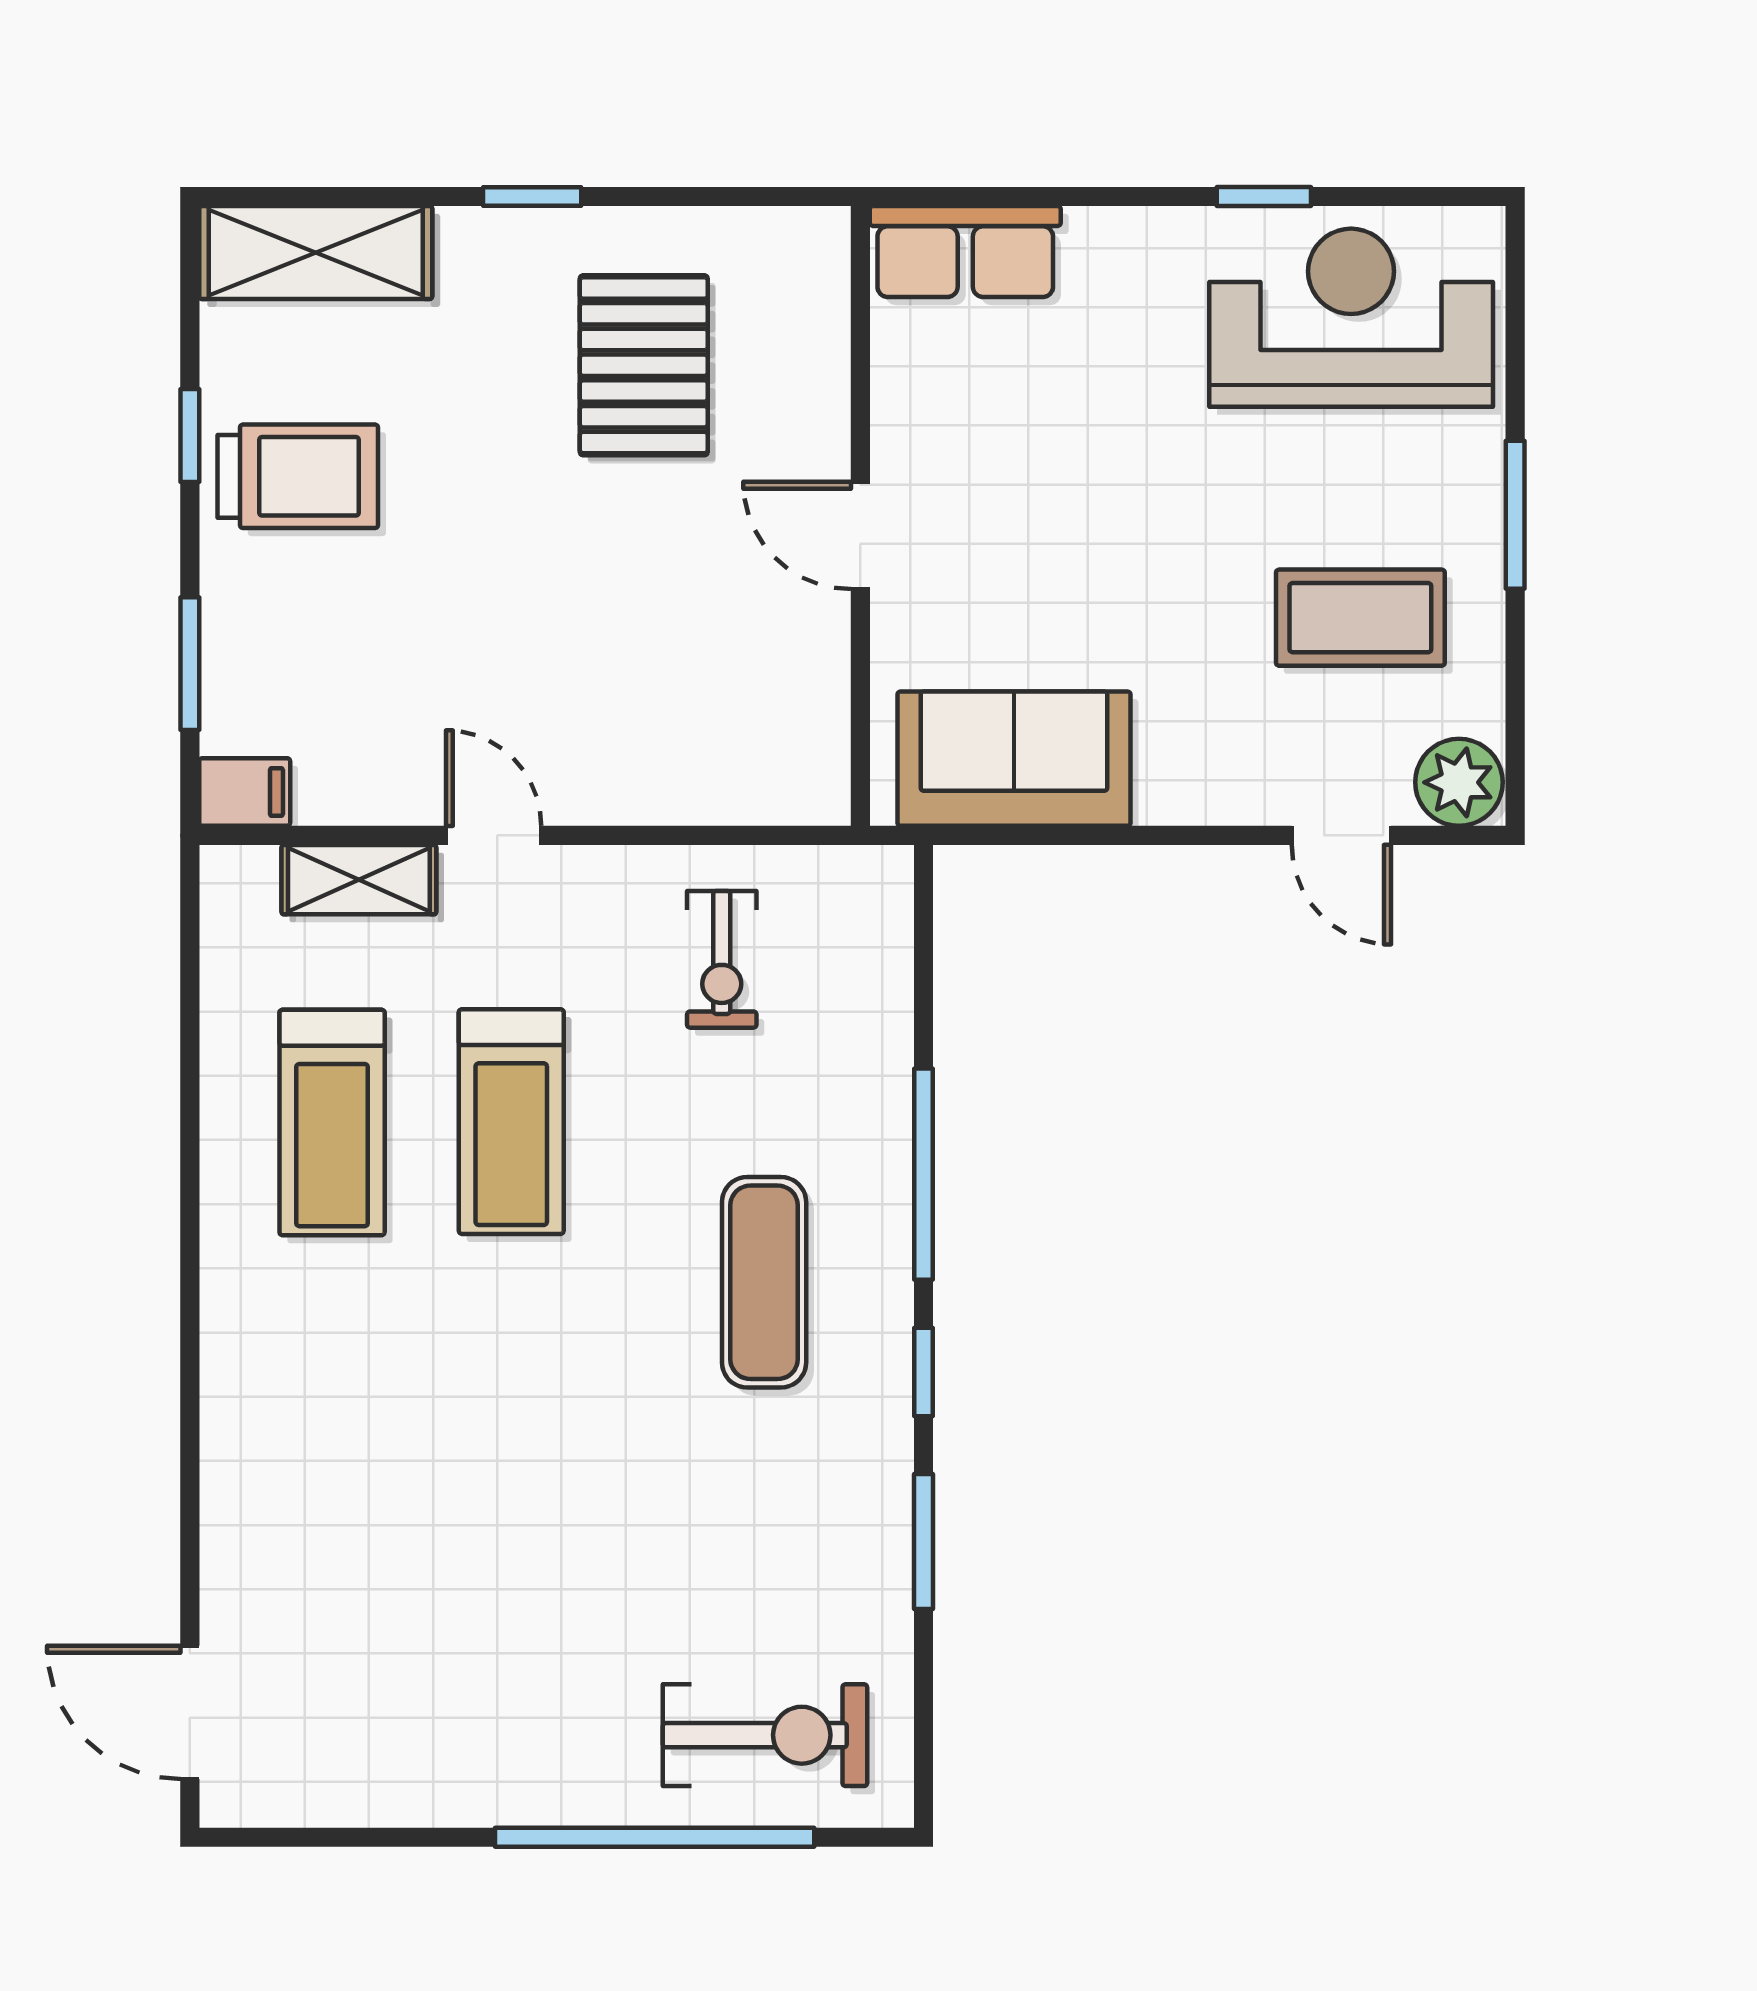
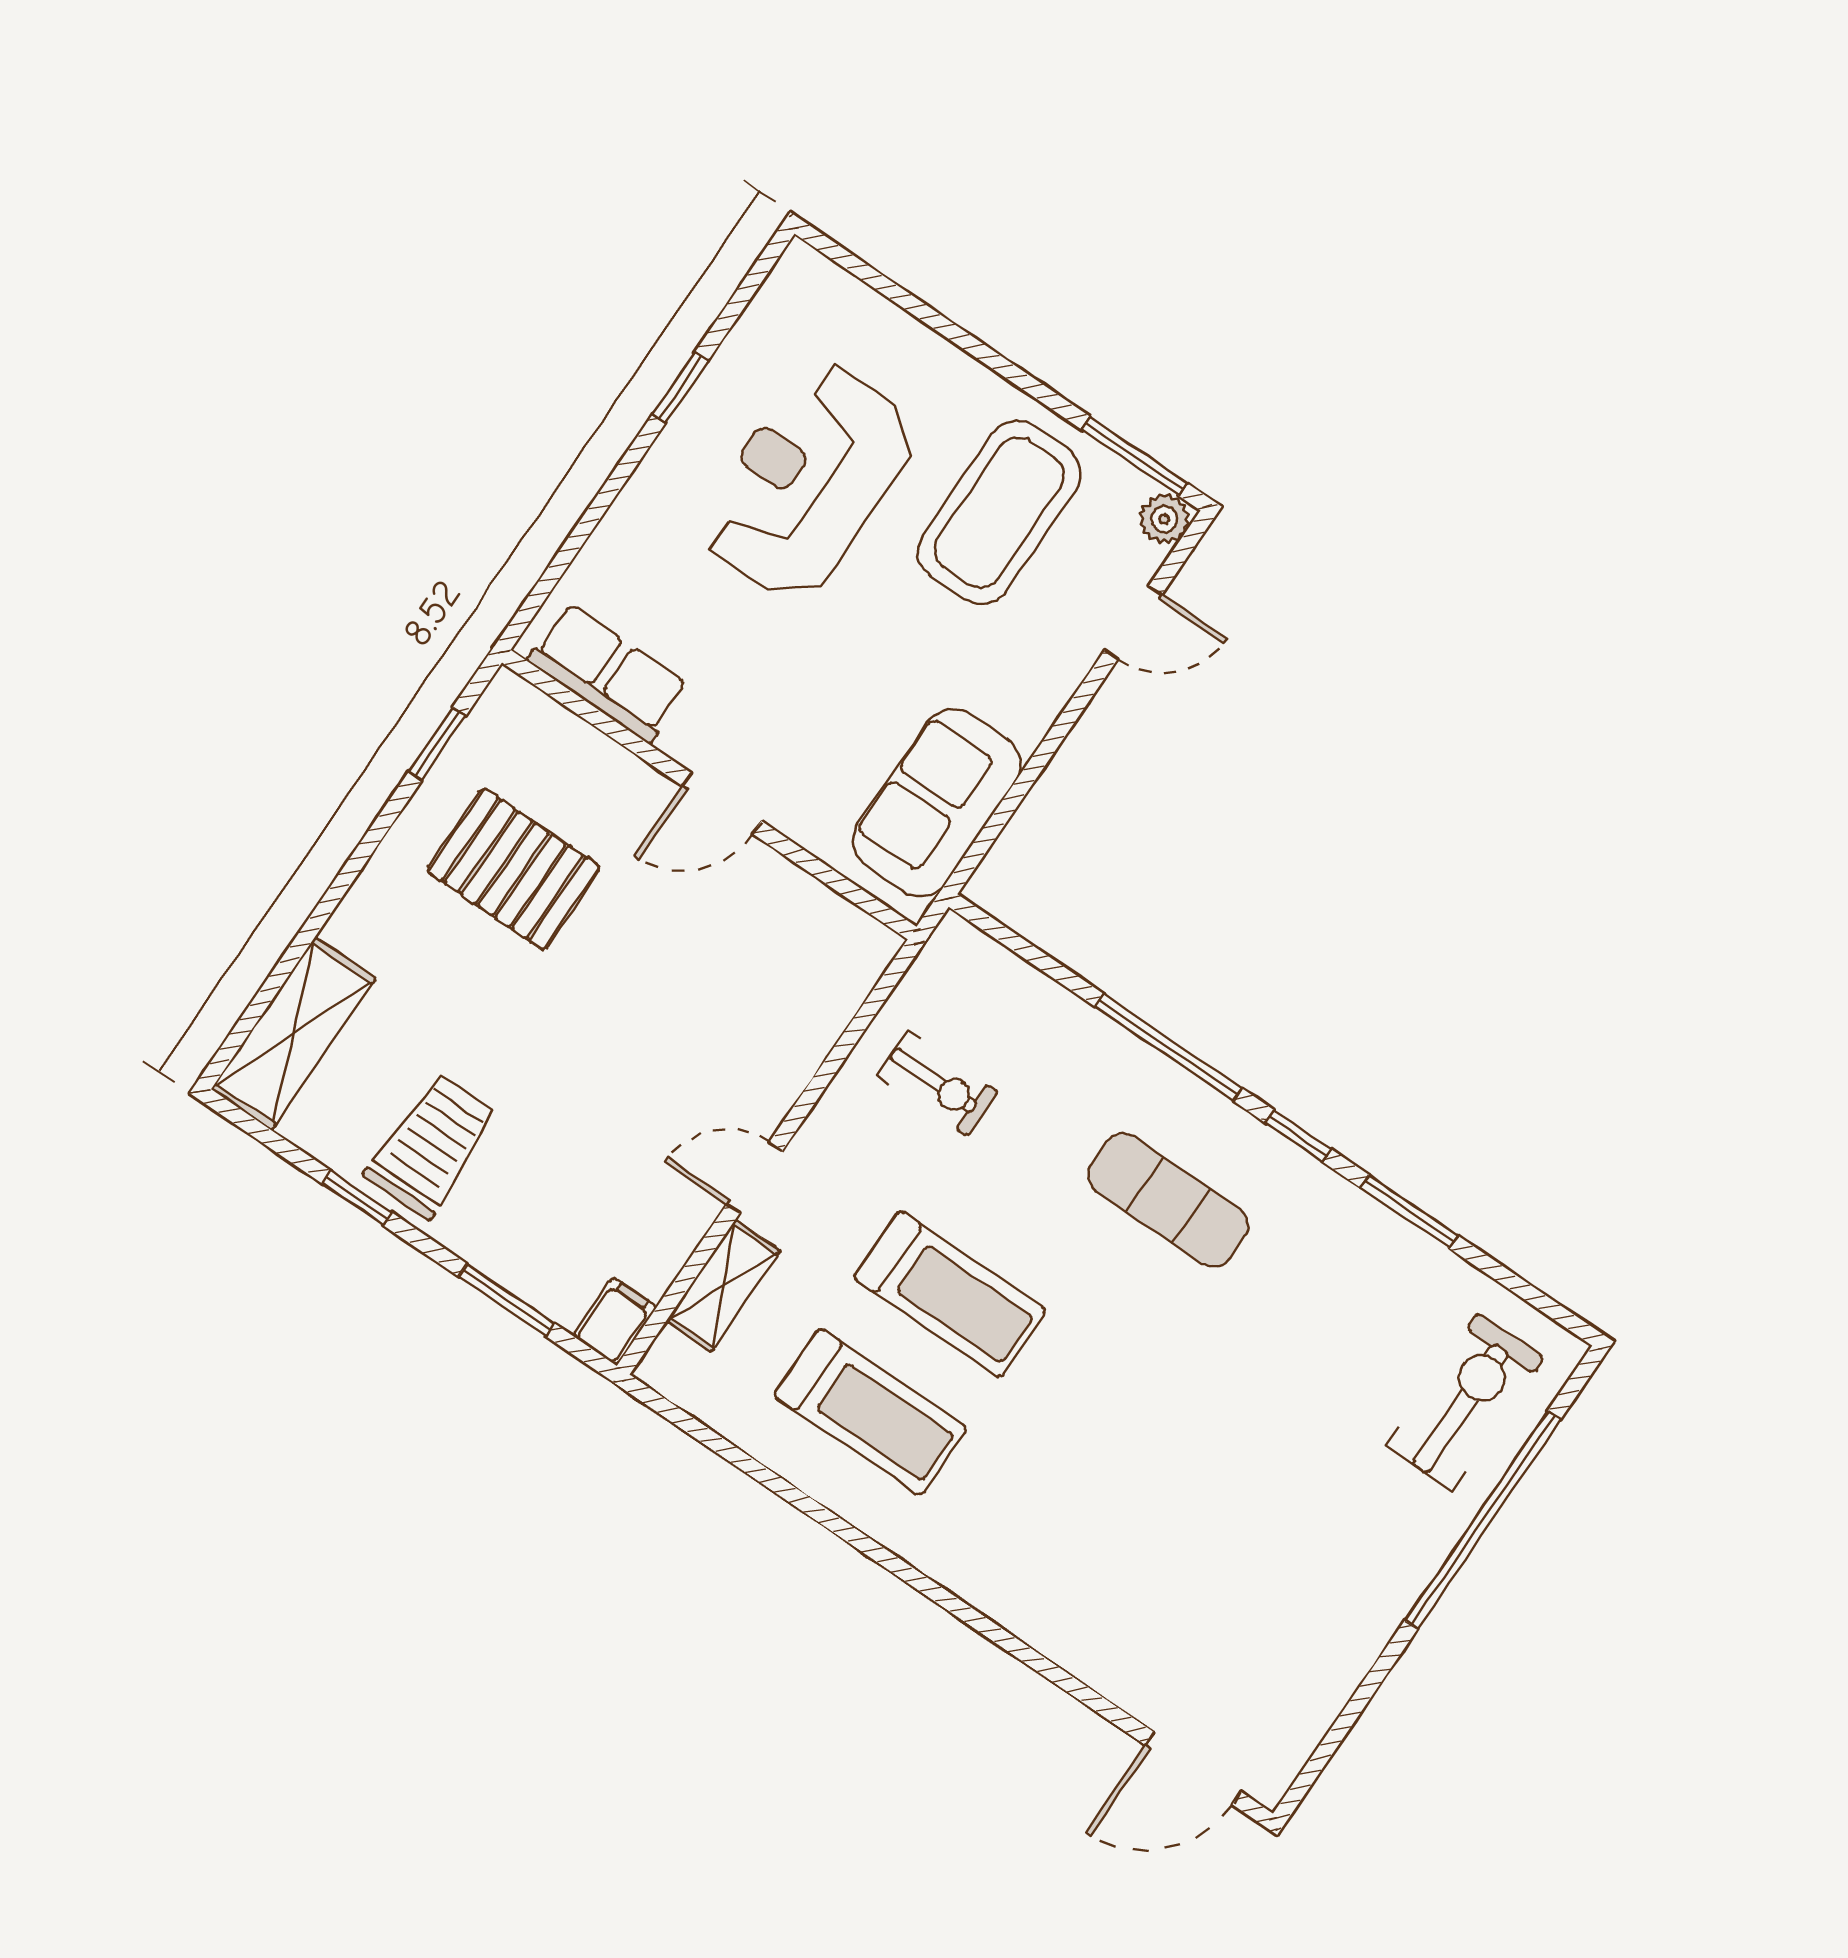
window: (532, 197) -> (437, 744), moved
row of seats: (965, 252) -> (608, 673), moved, turned -90
reception desk: (1351, 318) -> (807, 481), moved
window: (1515, 515) -> (1134, 456), moved
coffee table: (1360, 618) -> (999, 513), width x1.36, depth x1.32
plant: (1459, 782) -> (1164, 519), width x0.73, depth x0.73

